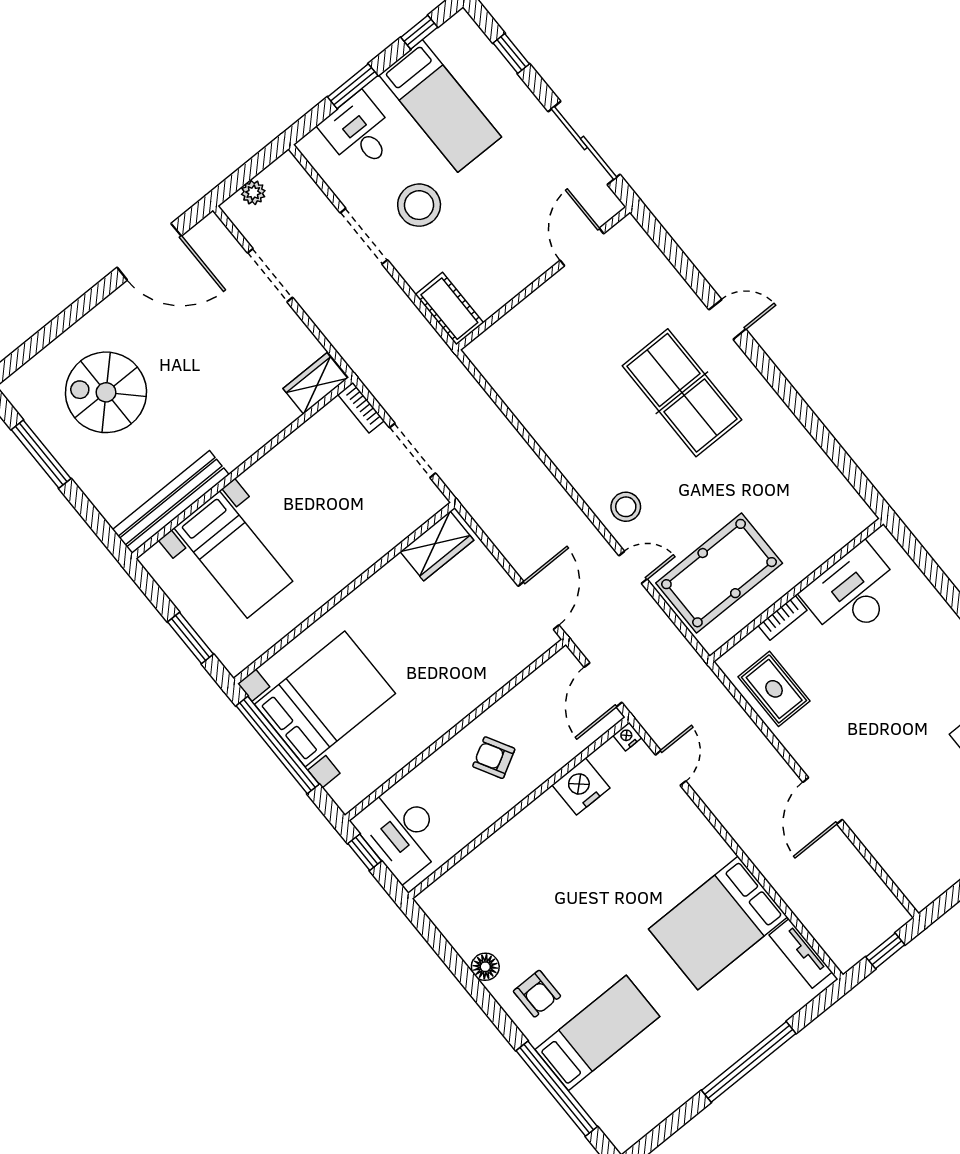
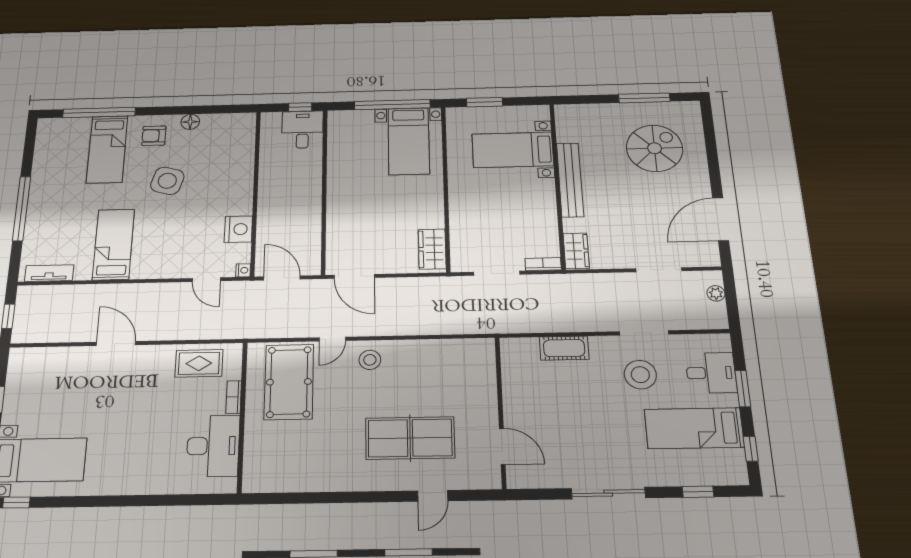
door: (582, 247) -> (502, 446), moved
wall: (543, 278) -> (501, 412), moved
bench: (171, 502) -> (570, 180), moved
bed with nightstands: (325, 699) -> (409, 141), width x0.73
armchair: (494, 758) -> (293, 198), removed
desk: (401, 832) -> (302, 130), width x0.73
bed: (718, 923) -> (113, 244), width x0.67
side table: (583, 924) -> (167, 181), added

